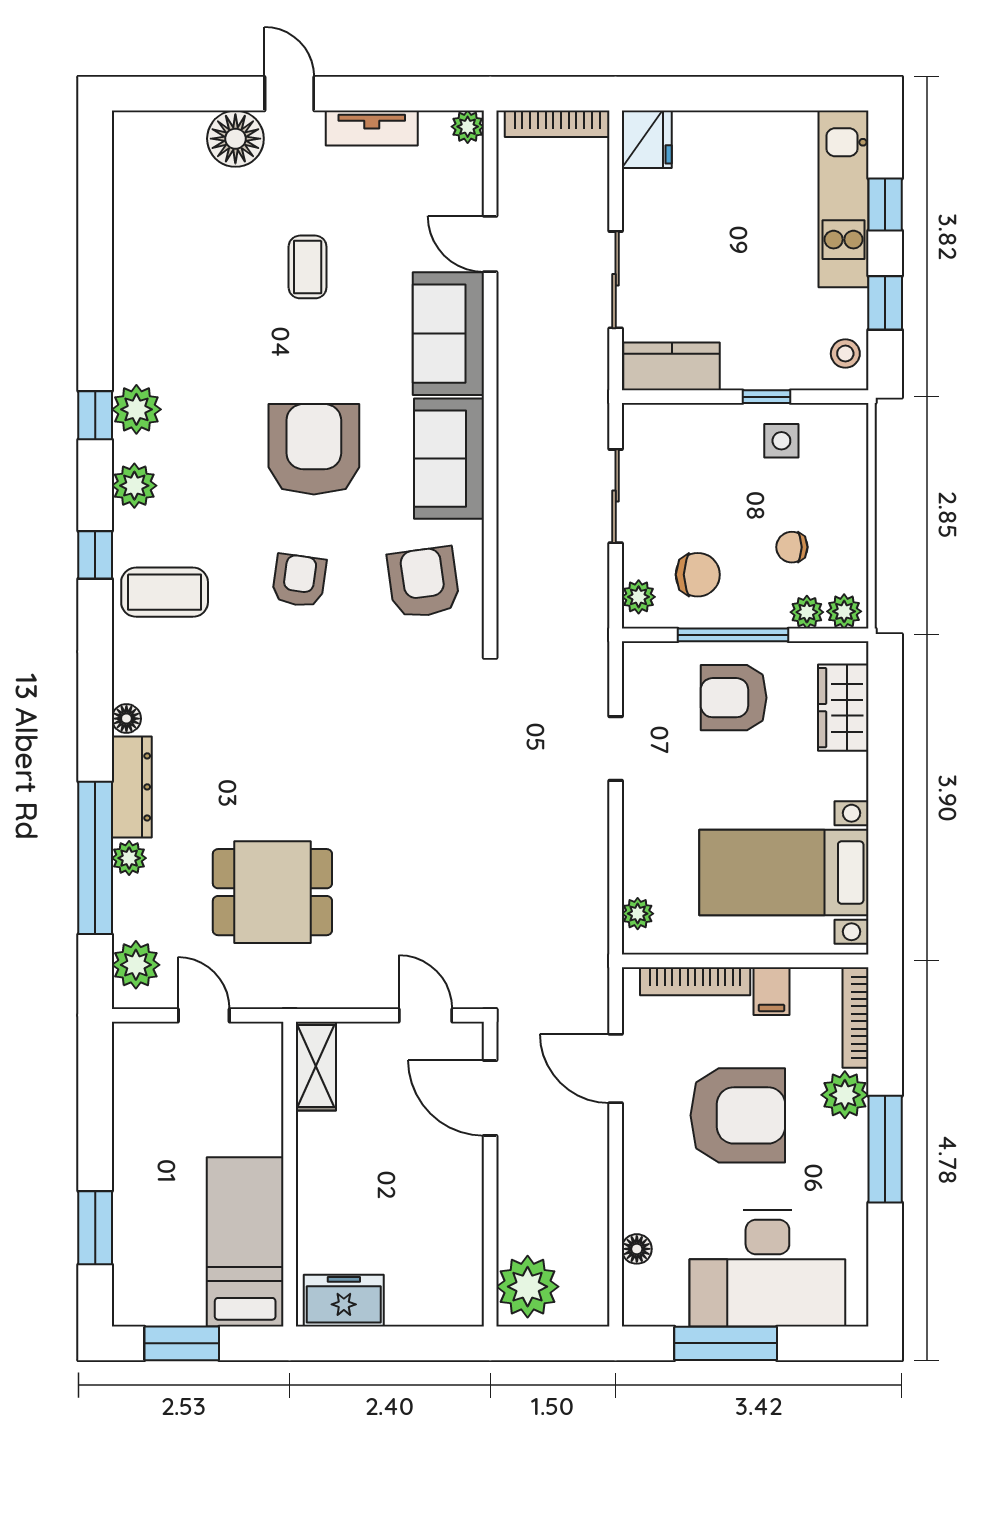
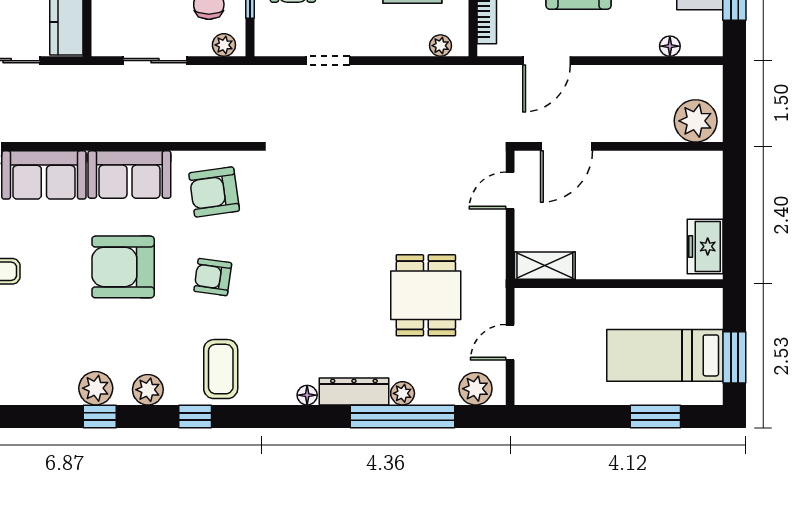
bed: (245, 1242) -> (665, 355), moved

